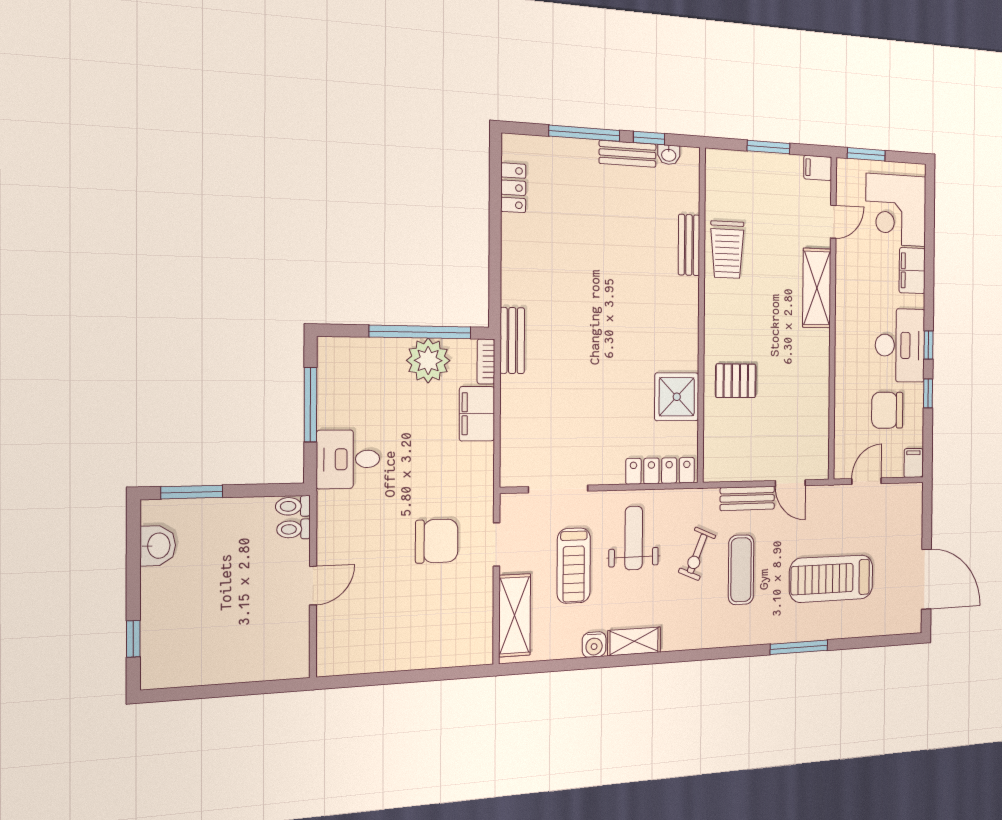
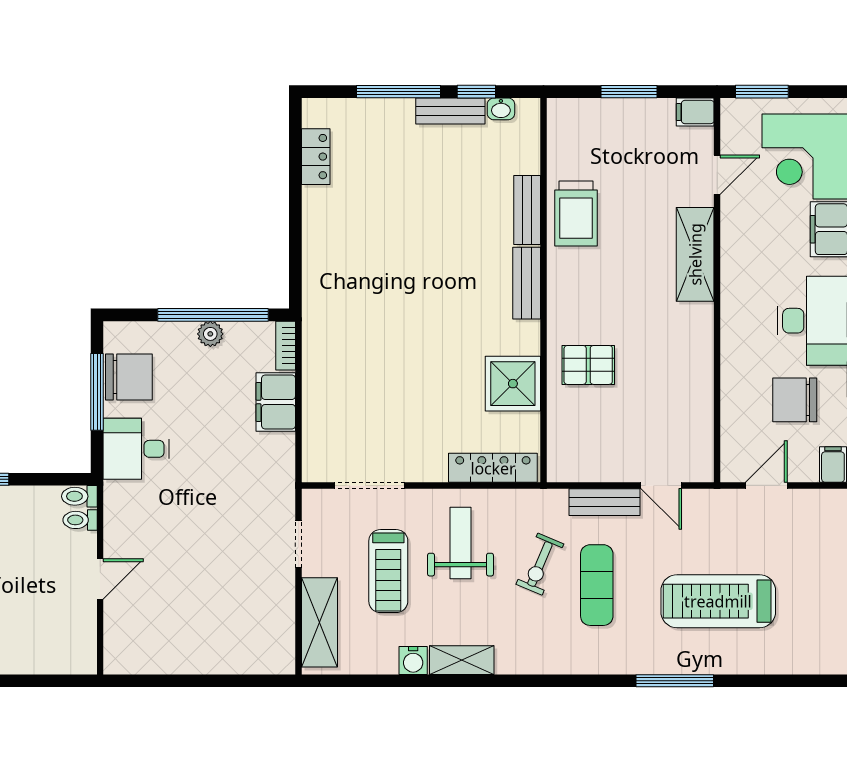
bench: (512, 341) -> (527, 283), moved
plant: (428, 361) -> (210, 334), width x0.53, depth x0.53
chair: (437, 541) -> (129, 377), moved

